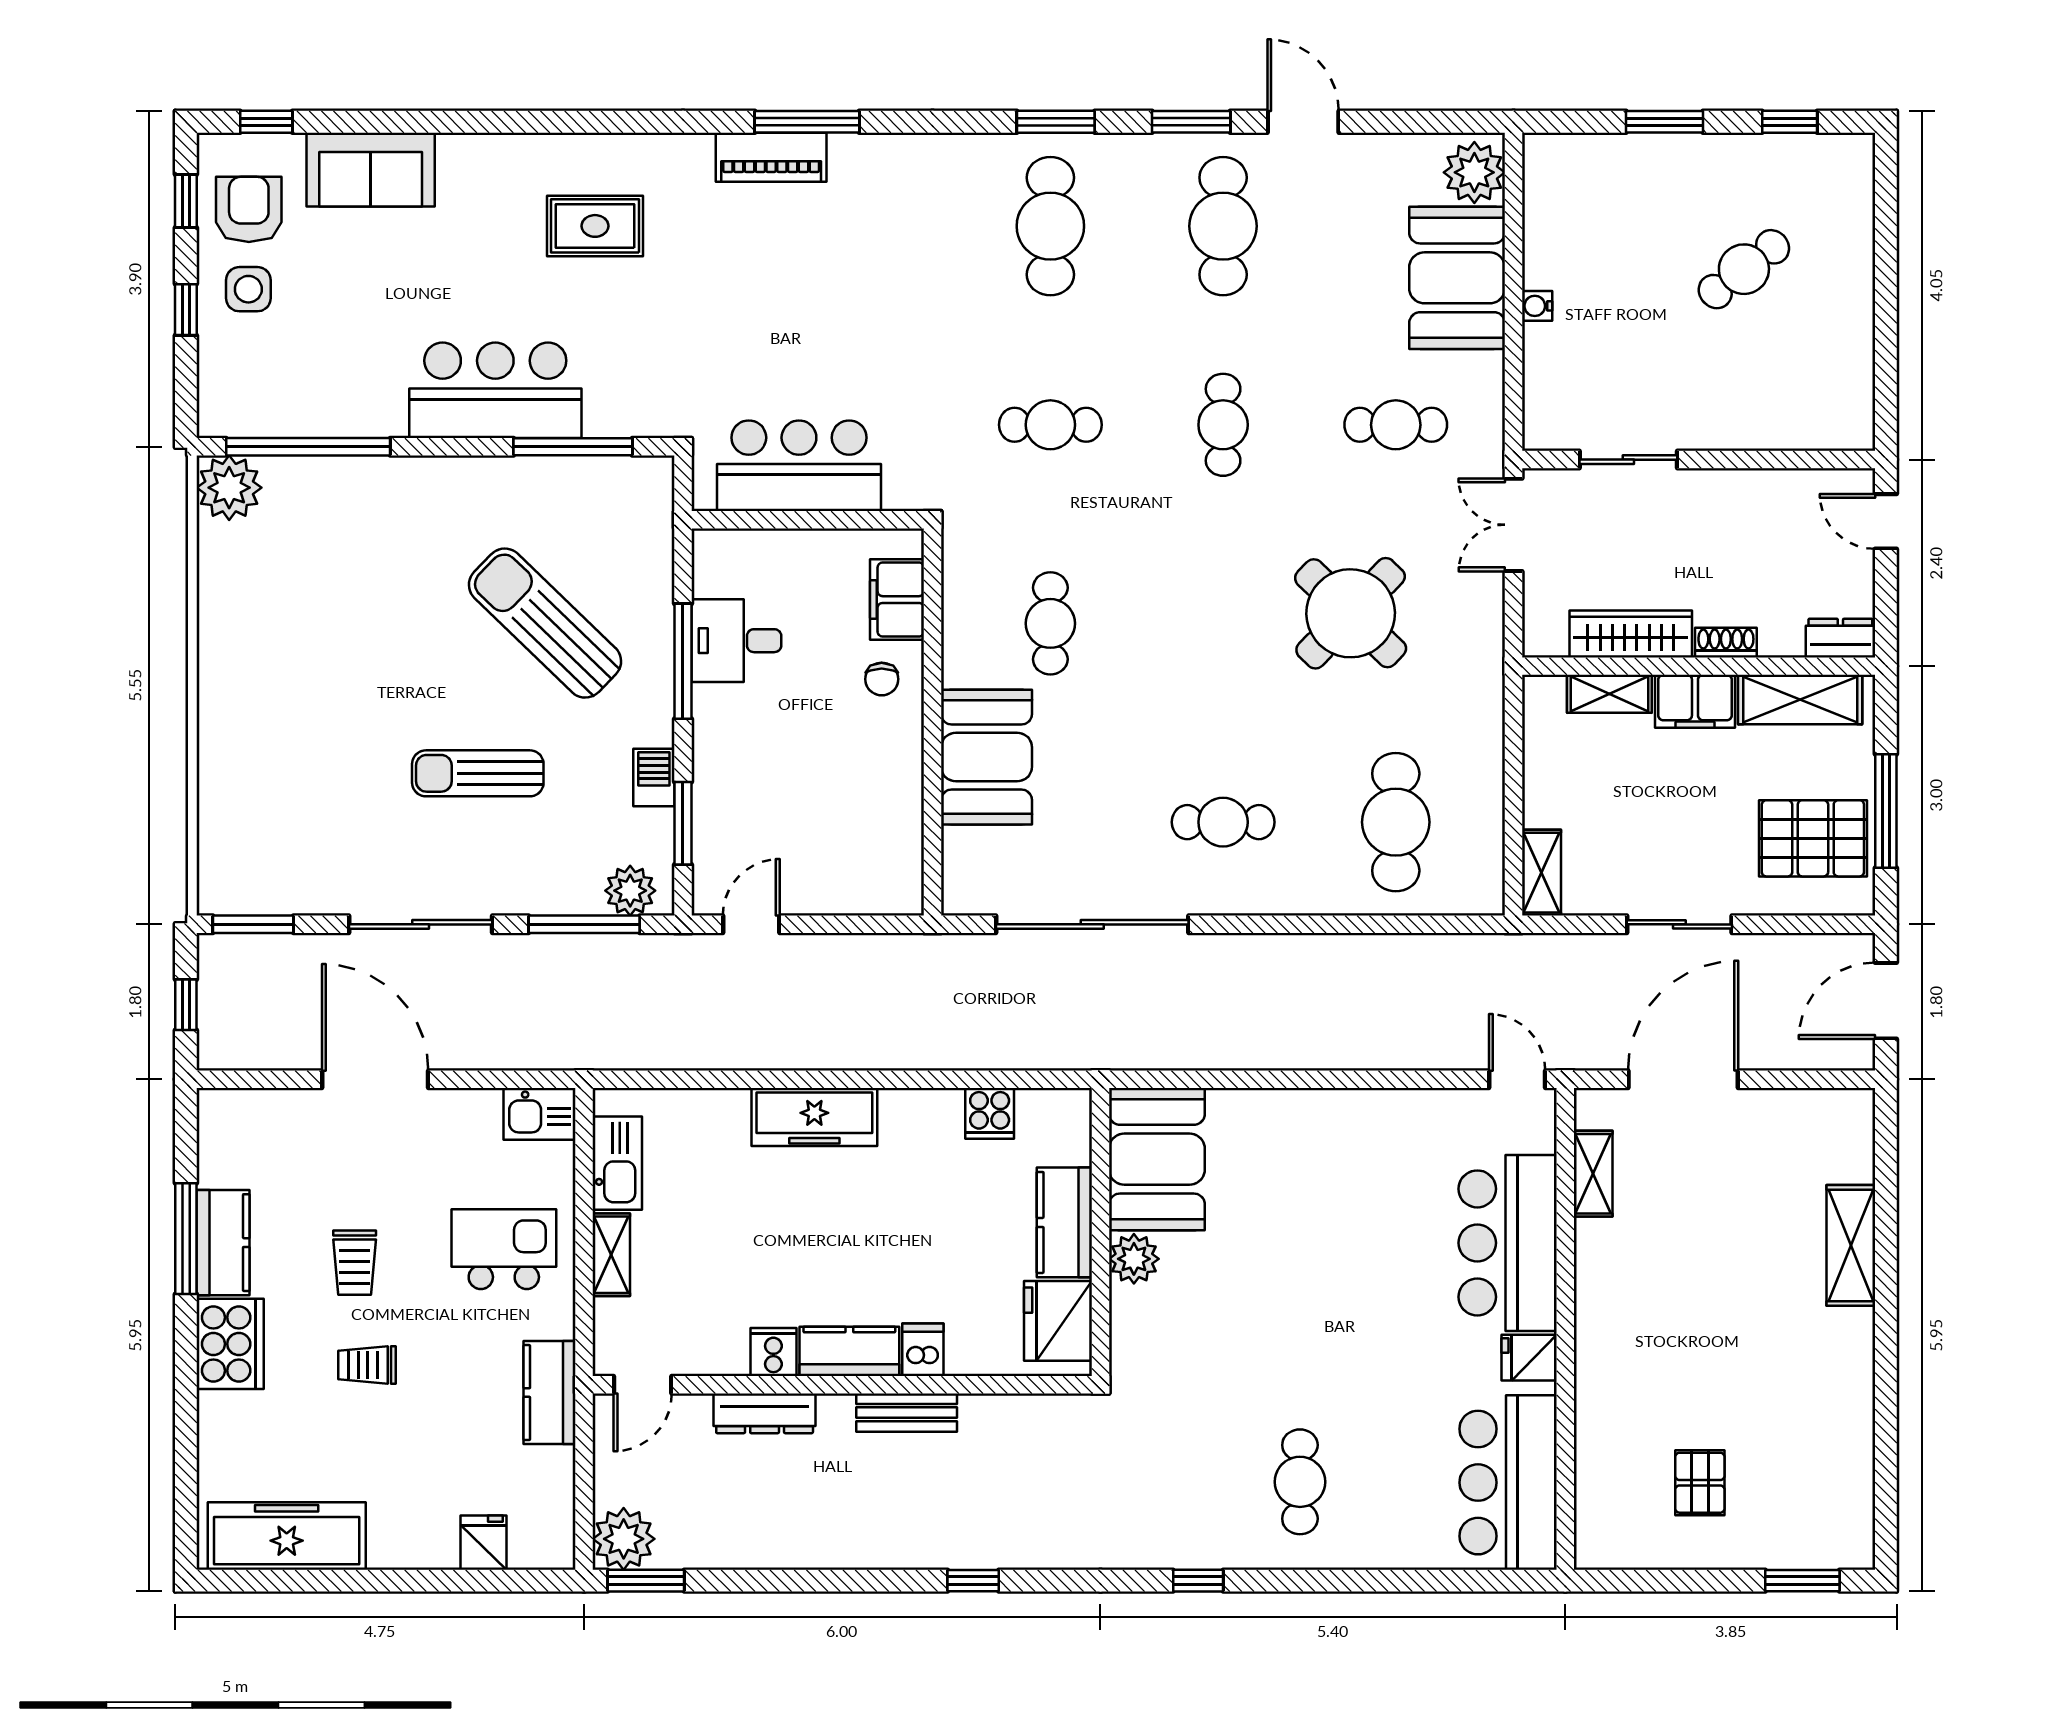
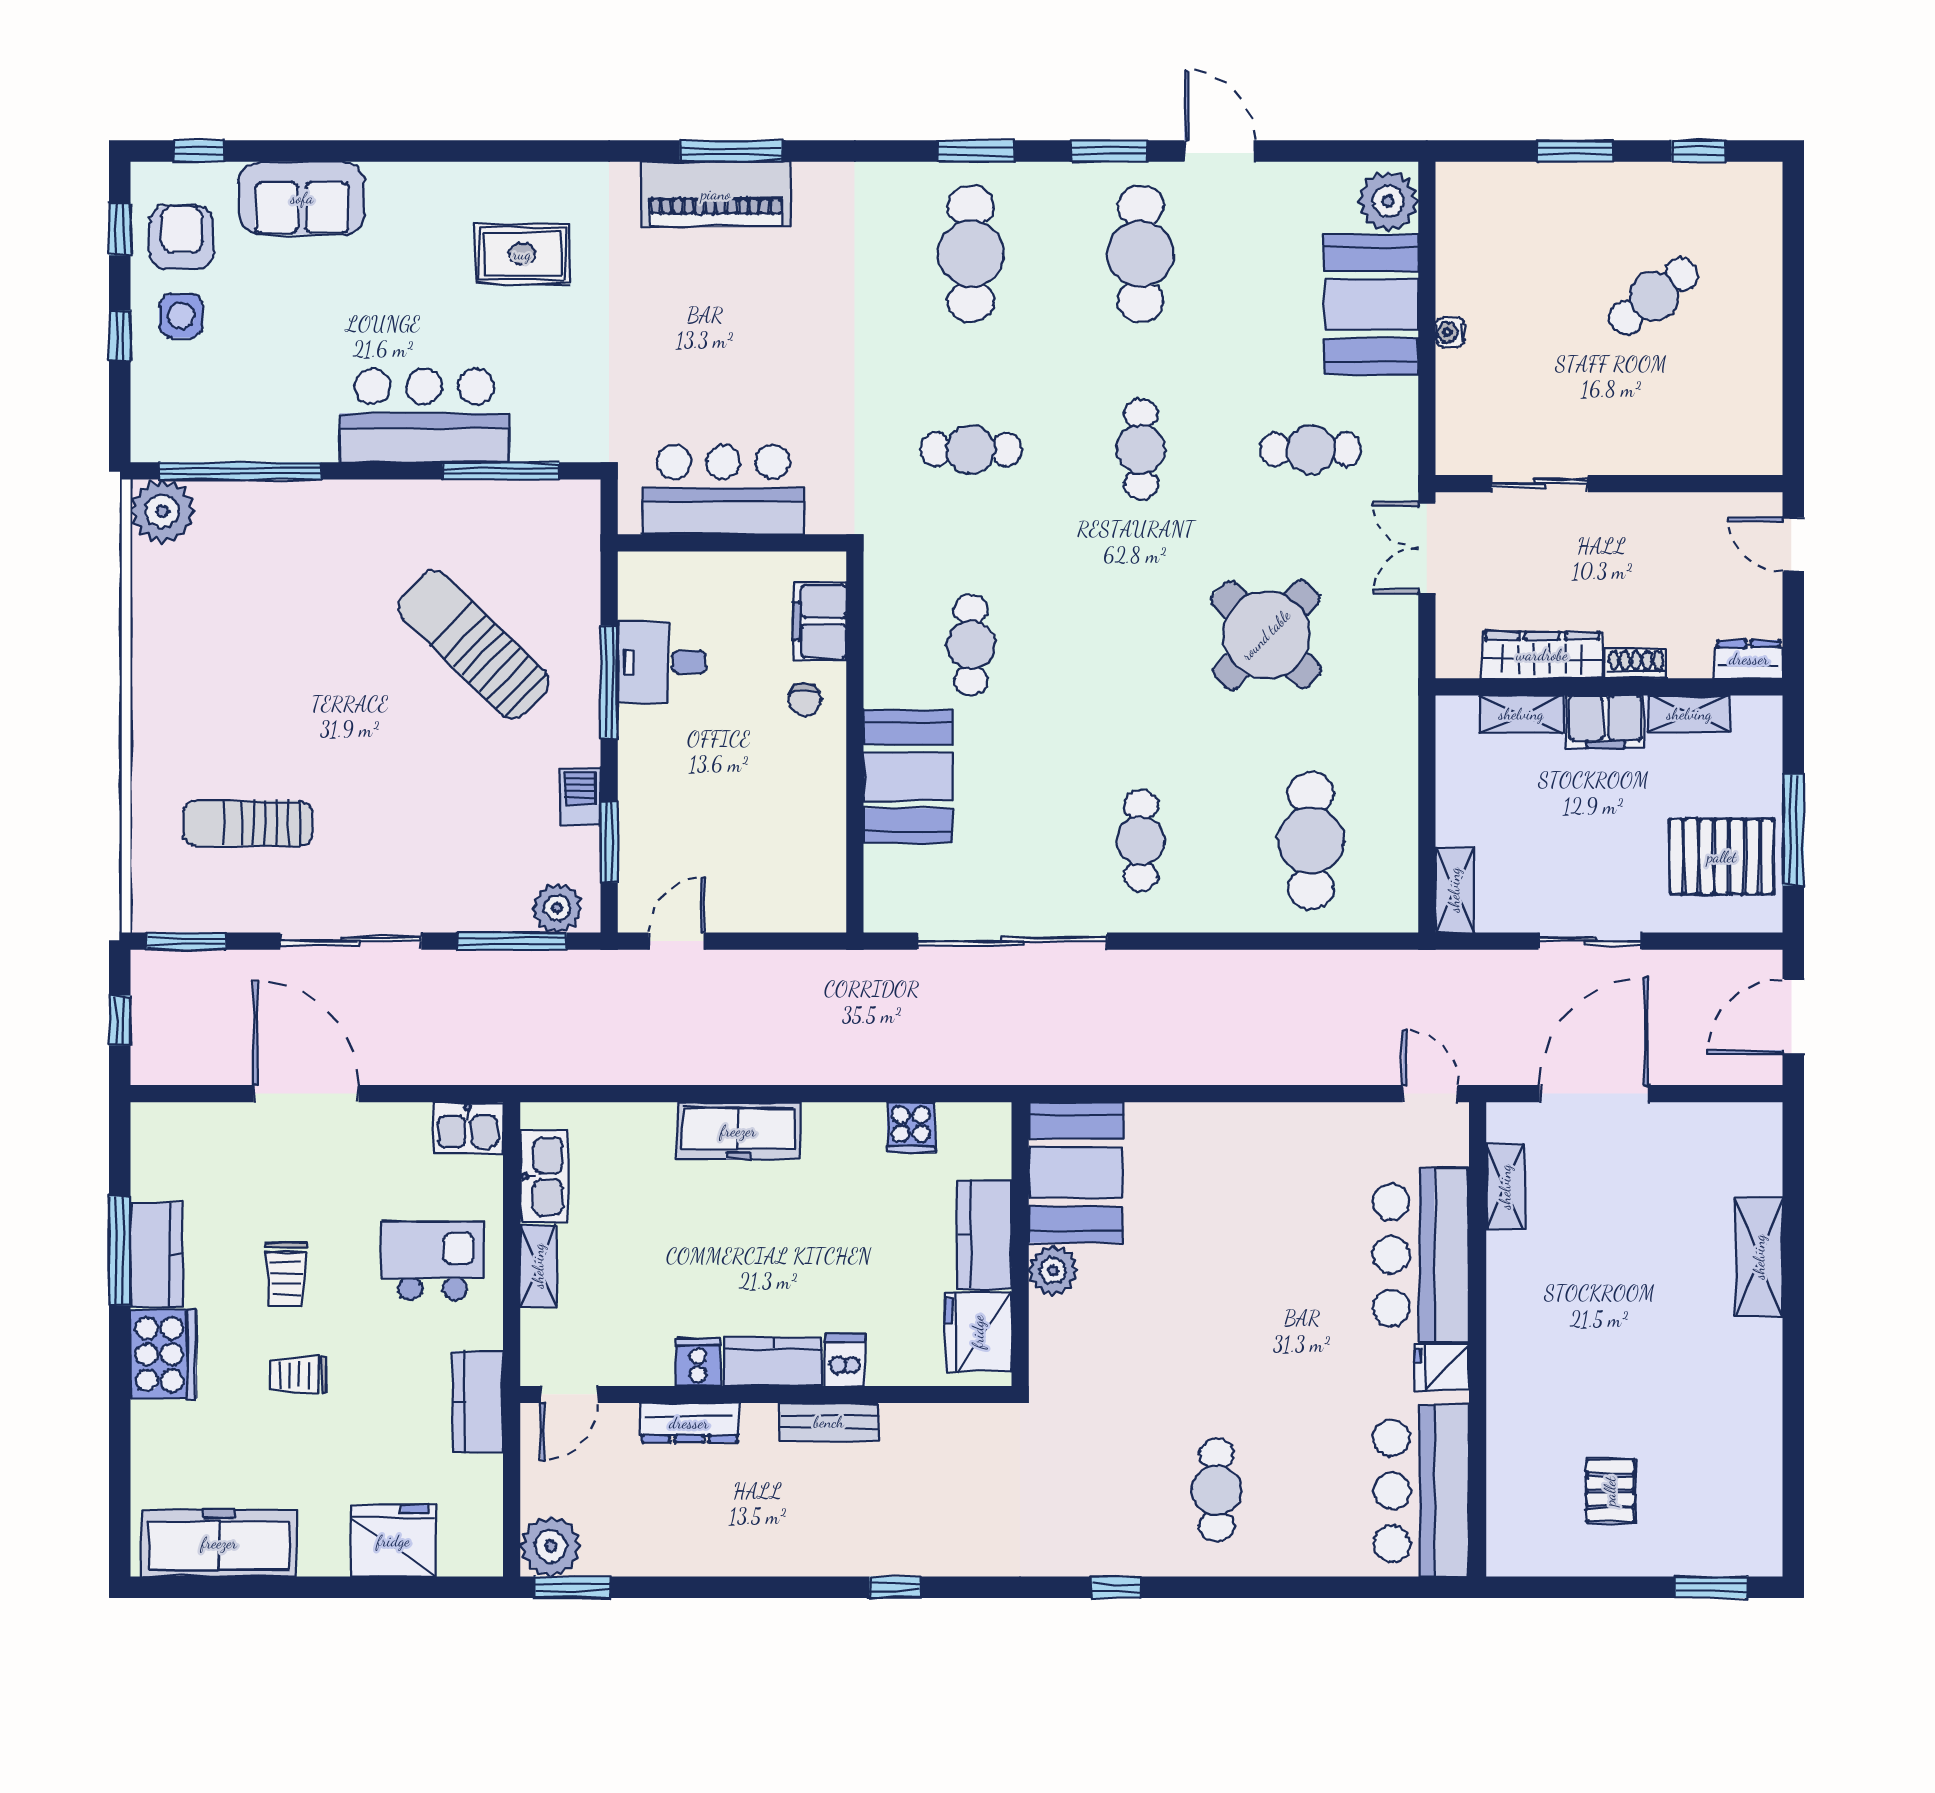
piano: (771, 157) -> (716, 194), width x1.37, depth x1.33
shelving: (1800, 700) -> (1689, 714), width x0.67, depth x0.75
sun lounger: (478, 773) -> (248, 823), moved
cafe table: (1223, 822) -> (1141, 841), turned 90
fridge: (483, 1543) -> (393, 1541), width x1.88, depth x1.34

